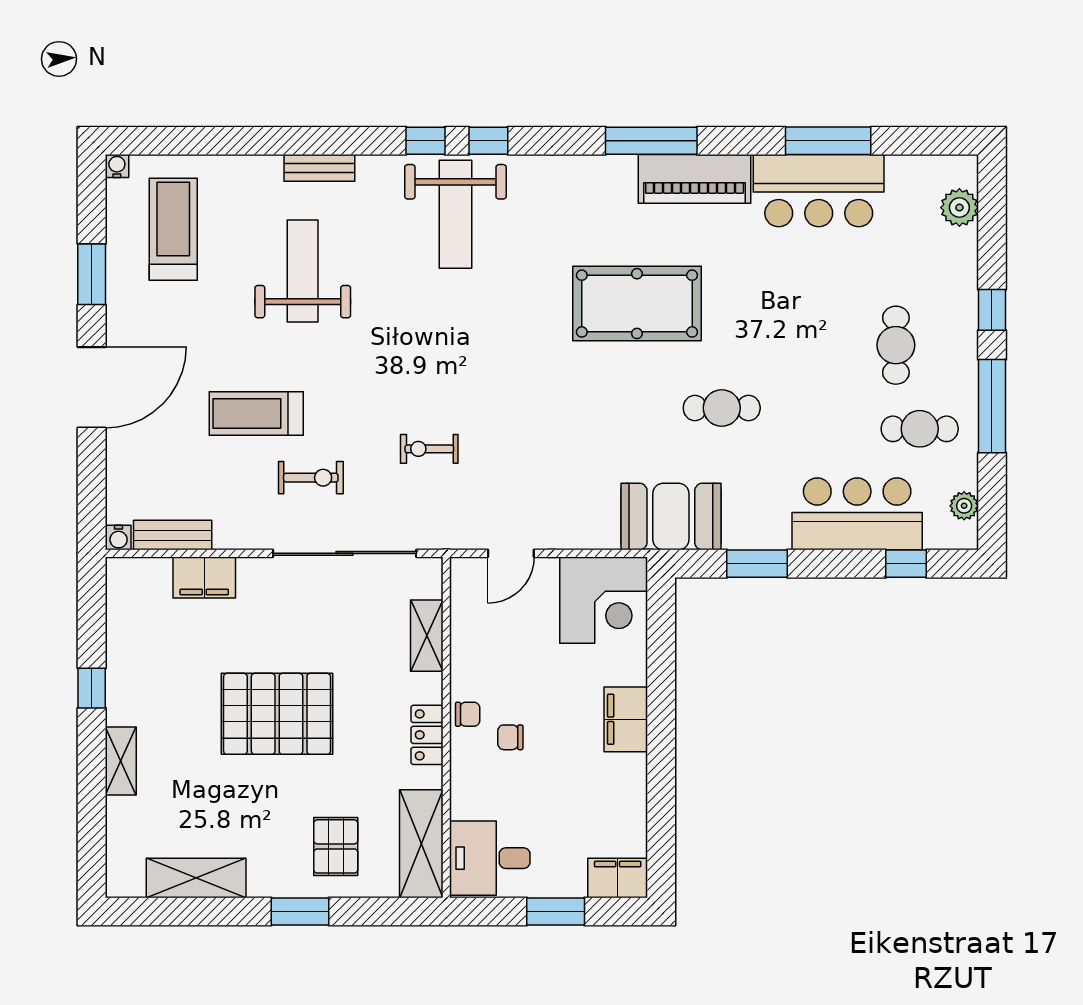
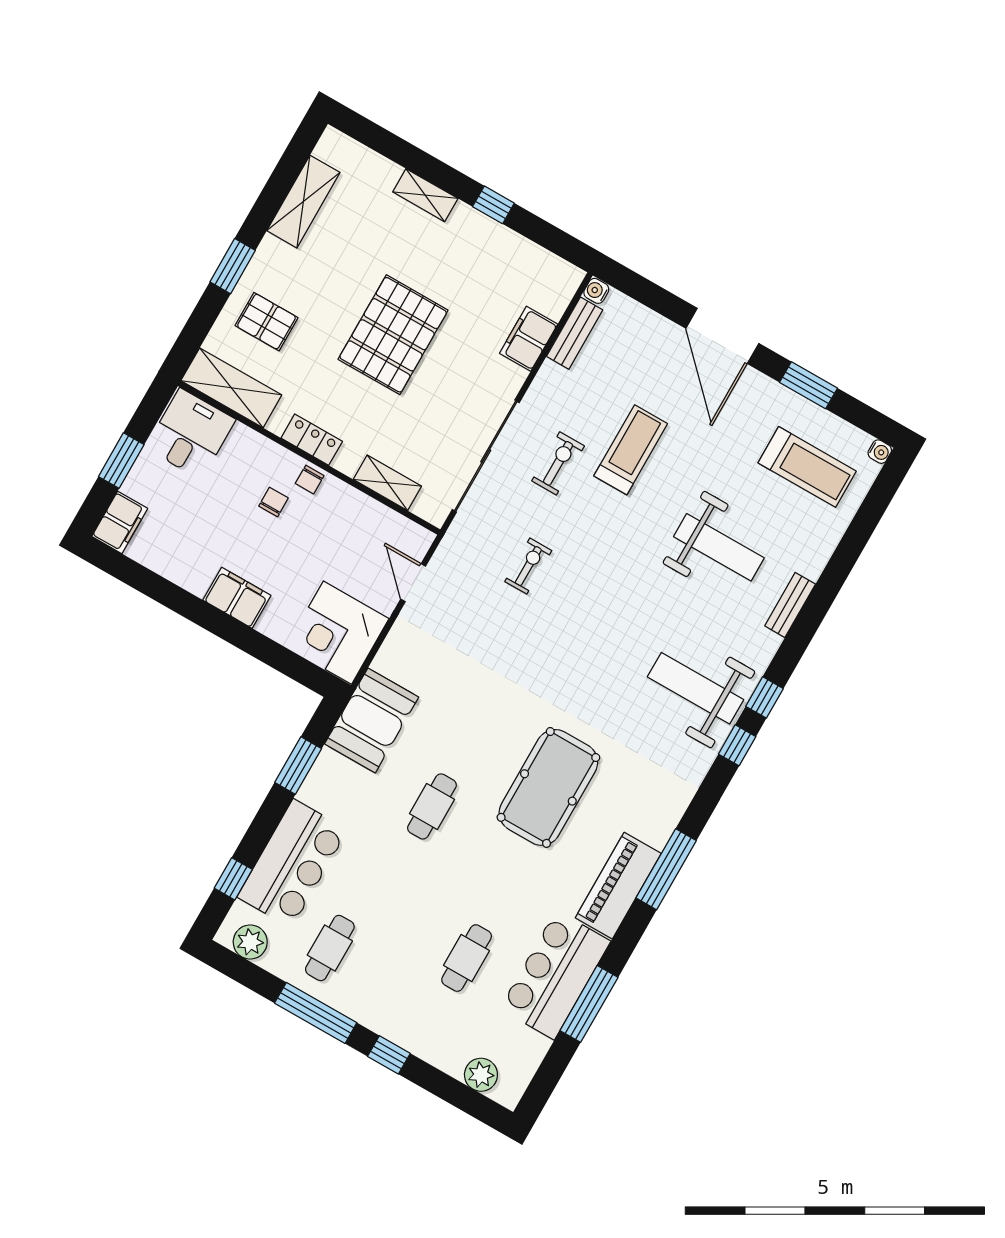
cafe table: (896, 345) -> (467, 958), moved, turned 90
exercise bike: (311, 478) -> (558, 463), turned 180
plant: (964, 506) -> (250, 942), width x1.38, depth x1.38

